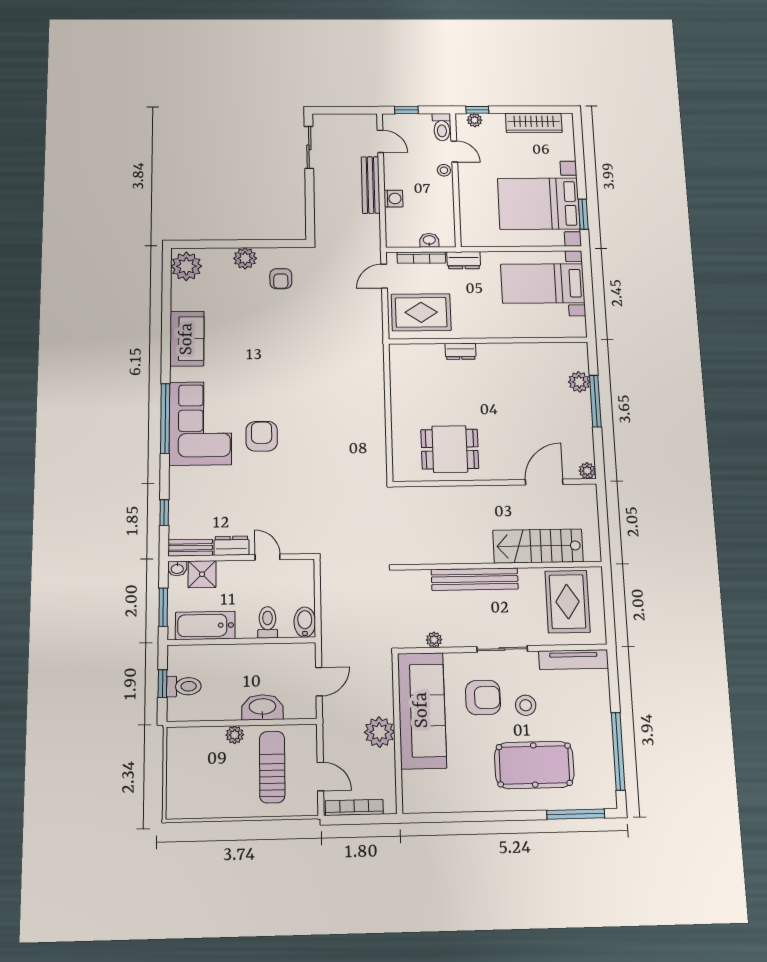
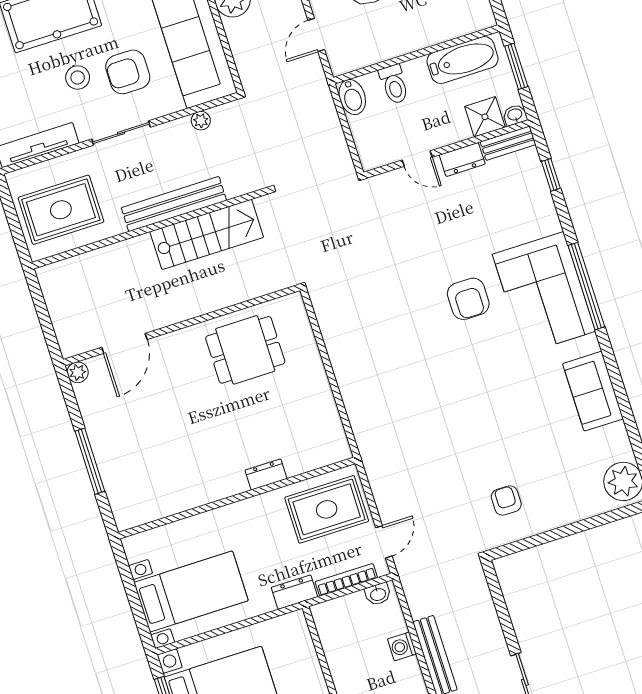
washbasin: (429, 240) -> (378, 594), moved
plant: (245, 258) -> (557, 513), removed
plant: (579, 382) -> (115, 479), removed
stairs: (538, 546) -> (207, 234), moved
rug: (568, 602) -> (61, 210), turned 90

